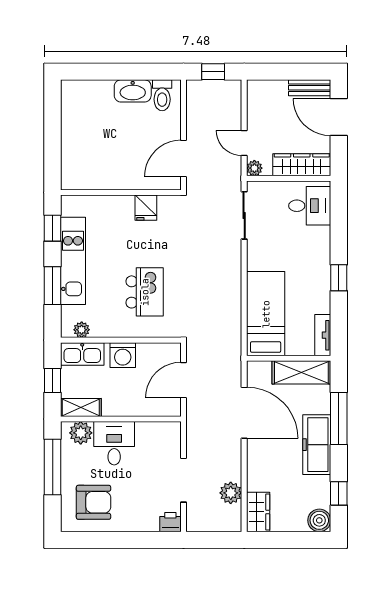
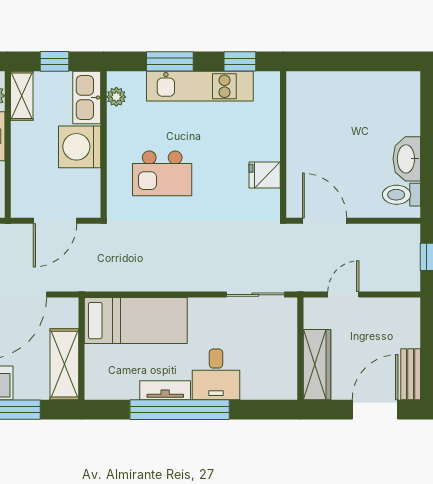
plant: (254, 168) -> (313, 307), removed
desk: (310, 206) -> (216, 374), moved
window: (339, 278) -> (180, 410), width x3.17
tv unit: (323, 335) -> (165, 390), moved
washing machine: (123, 355) -> (80, 147), width x1.37, depth x1.37
door: (184, 380) -> (55, 221), swing flipped

